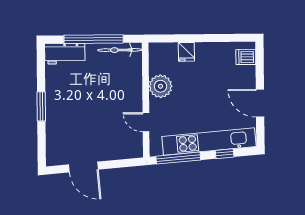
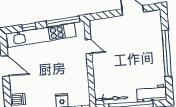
plant: (160, 86) -> (80, 74), removed
window: (41, 106) -> (167, 53), width x2.11

